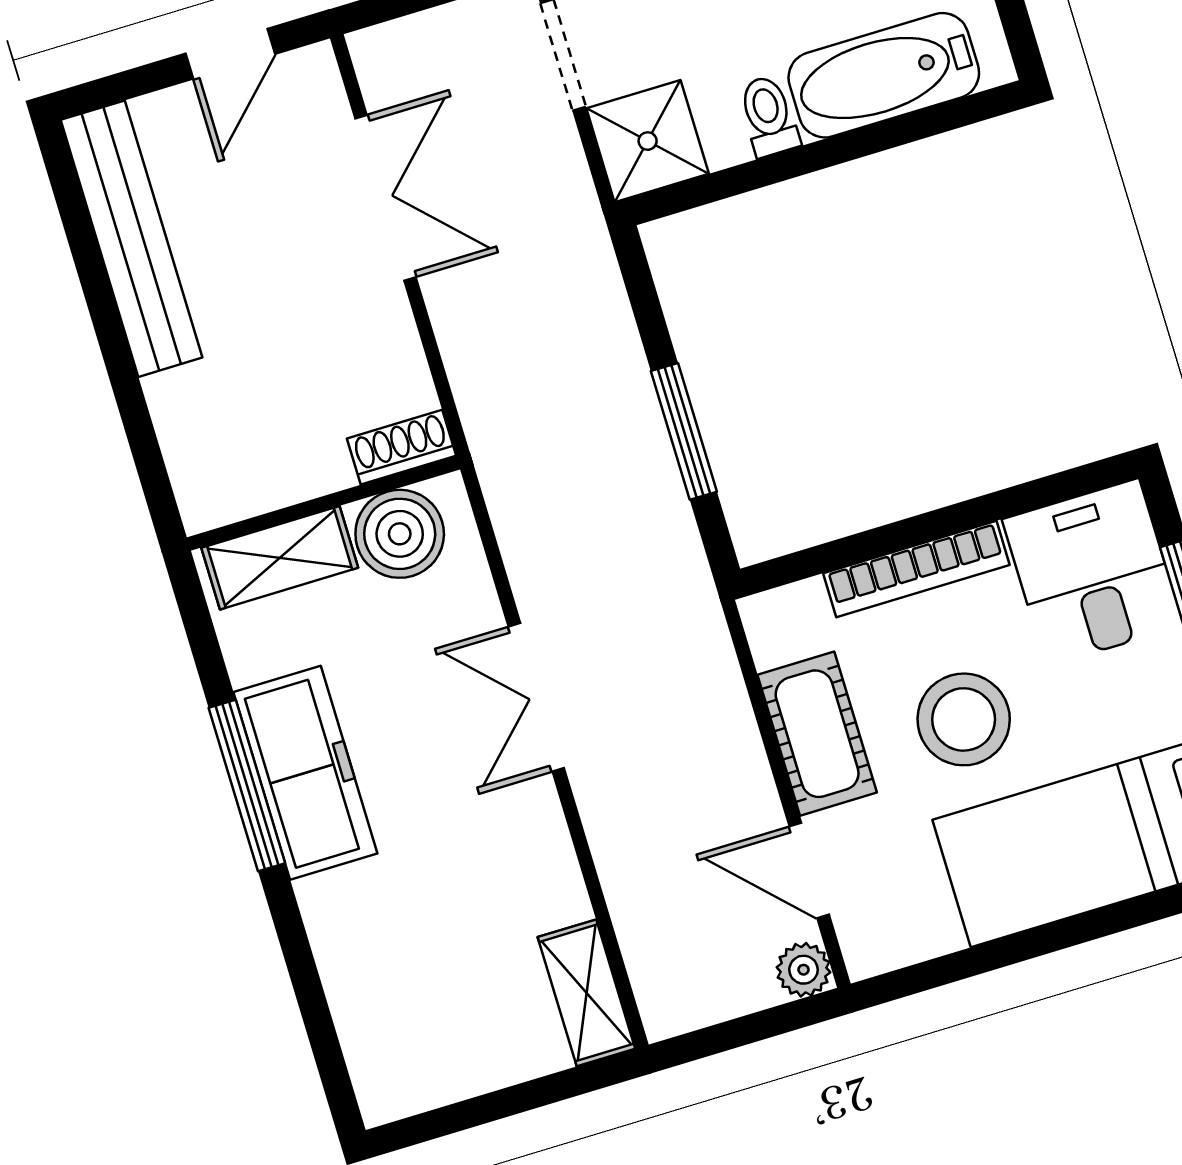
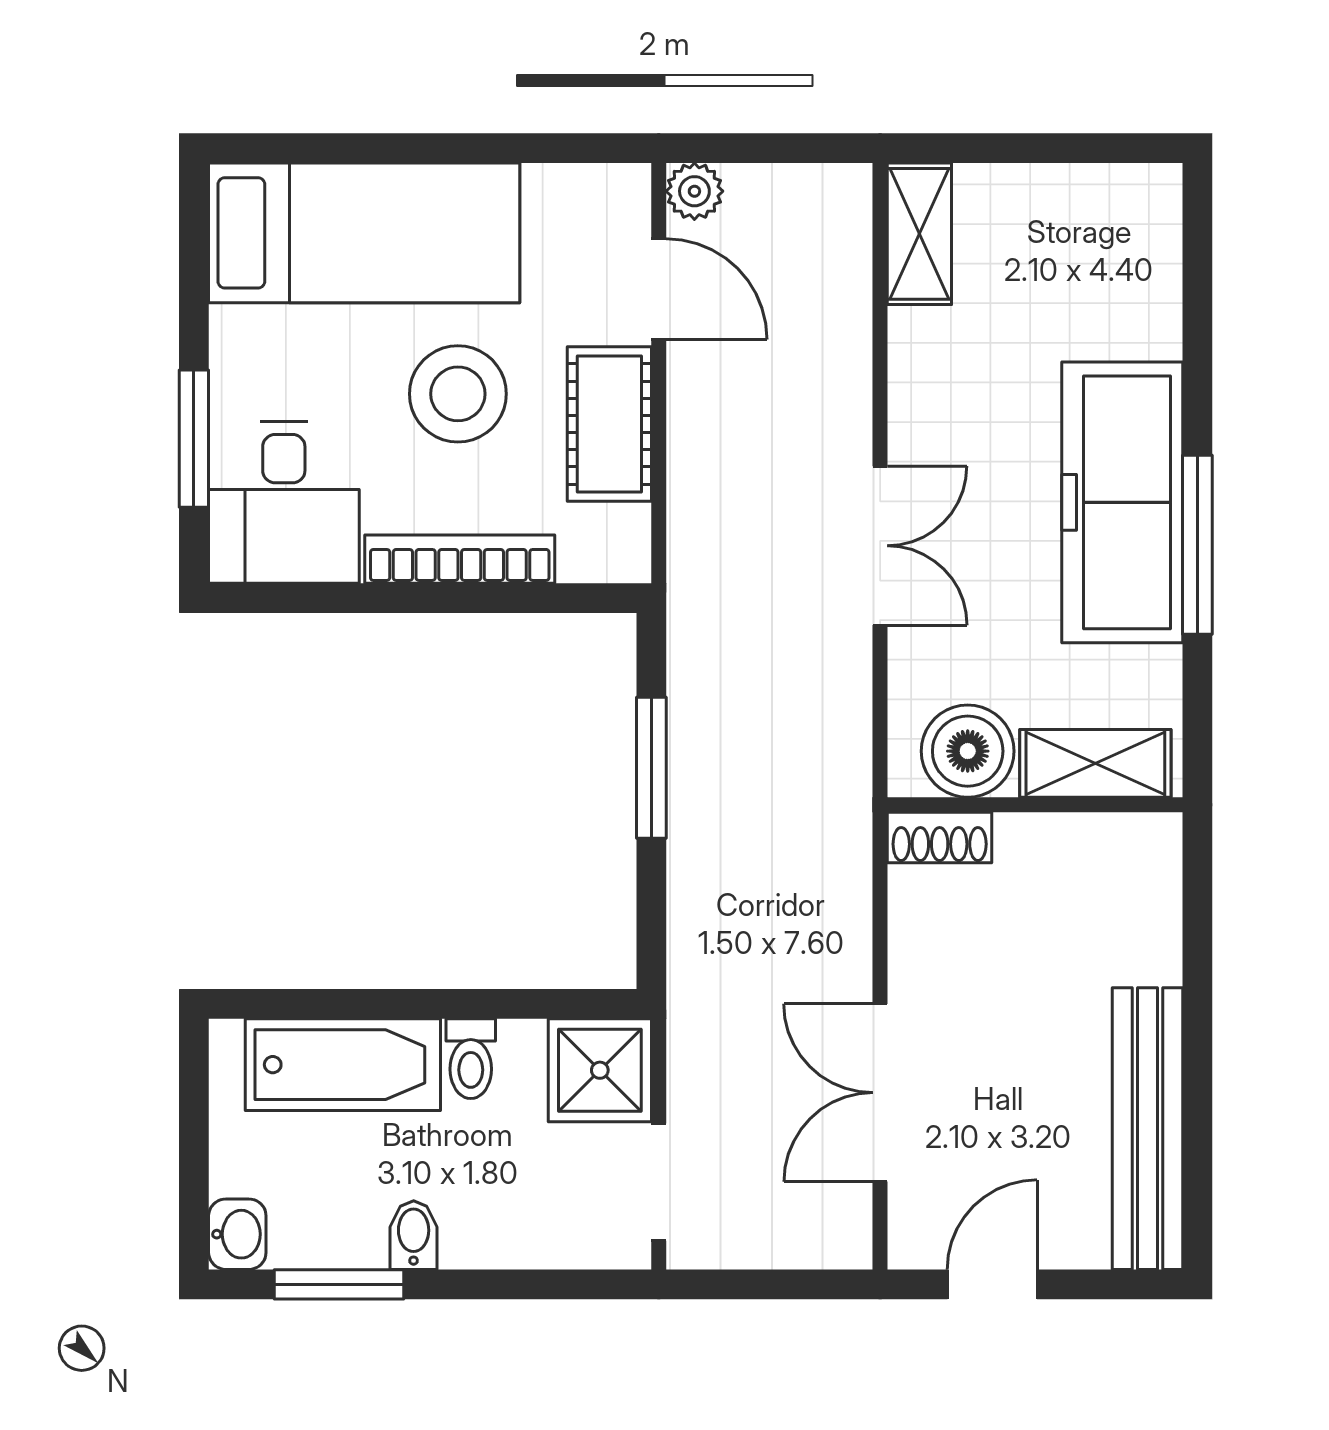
freezer: (305, 773) -> (1122, 502), width x1.36, depth x1.26

